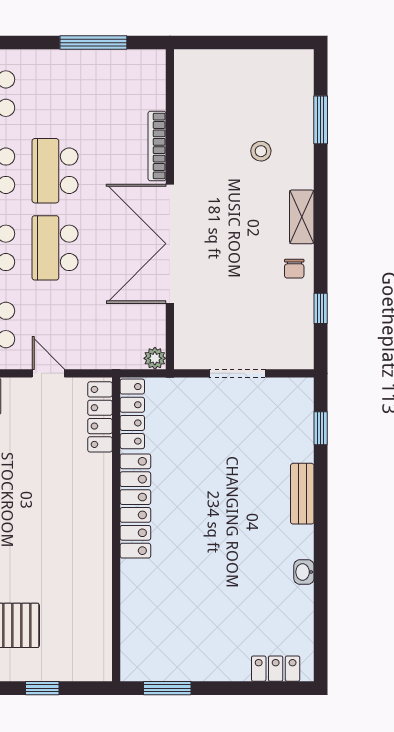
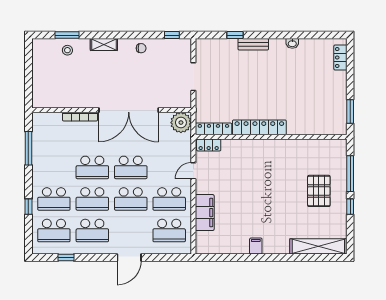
stool: (261, 151) -> (67, 50), moved
shelving: (302, 217) -> (104, 44), moved
window: (321, 308) -> (172, 35), moved
plant: (155, 358) -> (181, 123), width x1.88, depth x1.88
locker: (100, 417) -> (209, 145), width x0.66
window: (321, 428) -> (235, 35), moved
window: (42, 688) -> (350, 174), width x2.17

